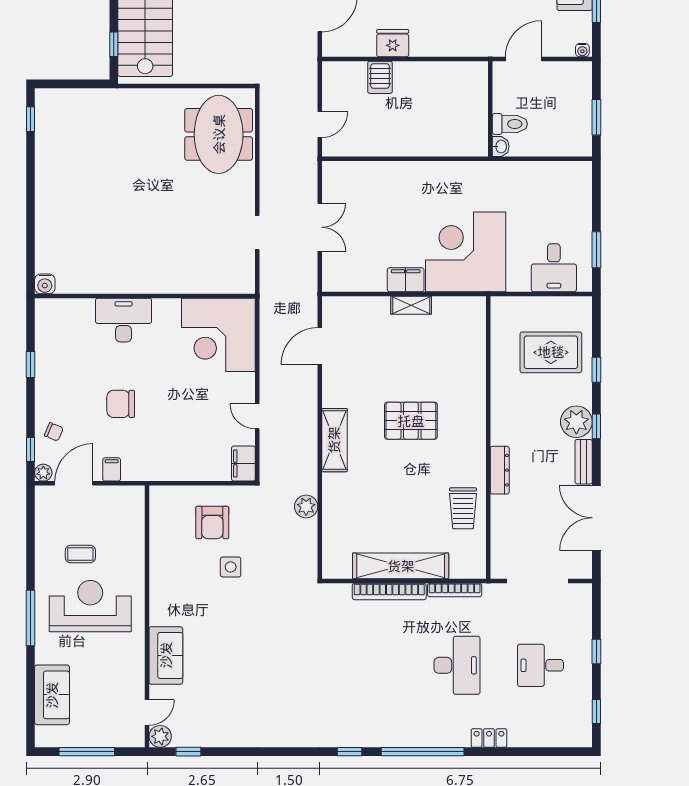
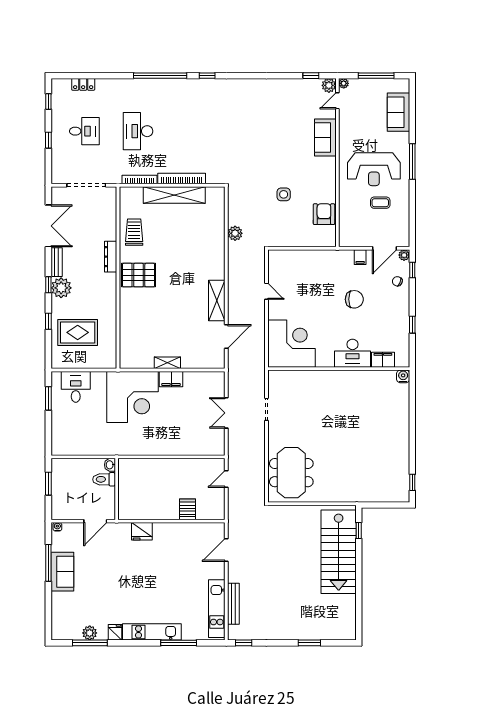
fridge: (393, 43) -> (142, 531), moved
pallet: (411, 421) -> (138, 275), moved
shelving: (334, 440) -> (217, 300), moved
filing cabinet: (243, 464) -> (383, 360), moved, turned -90
armchair: (212, 523) -> (324, 214), moved
locker: (489, 738) -> (83, 84), moved
plant: (137, 740) -> (344, 83), added

